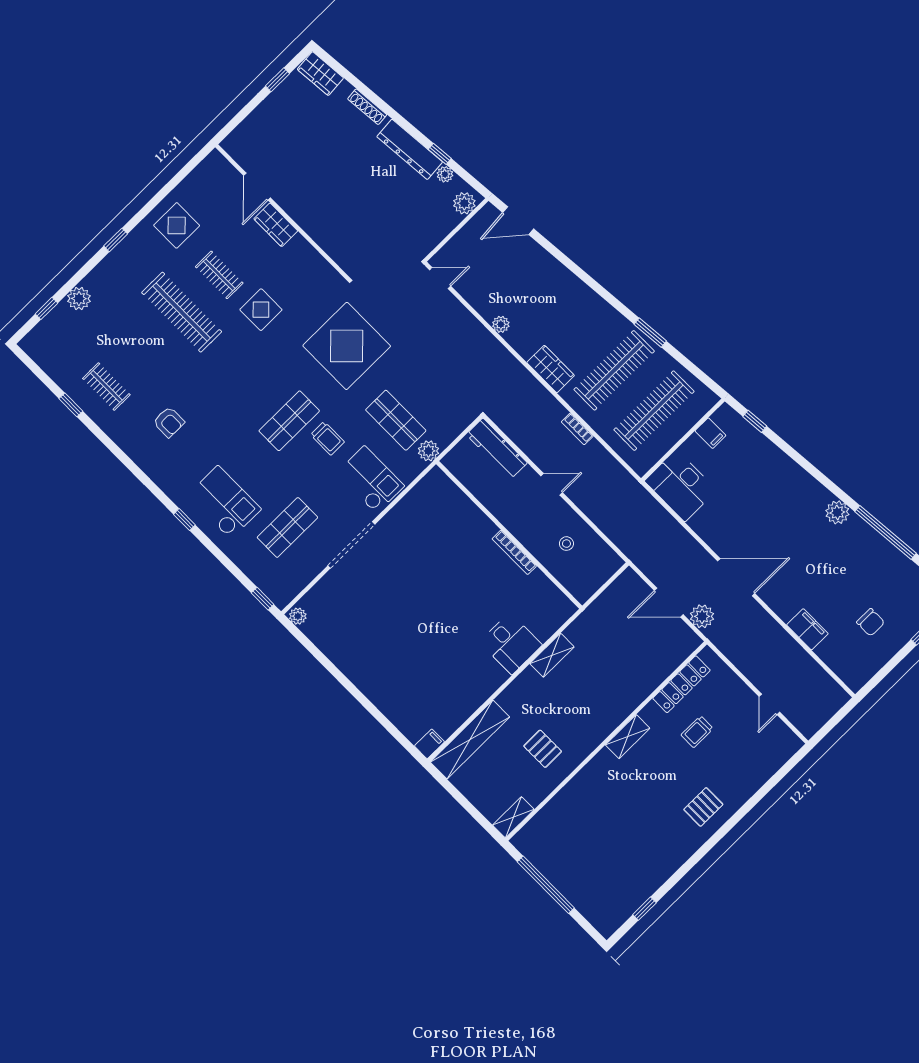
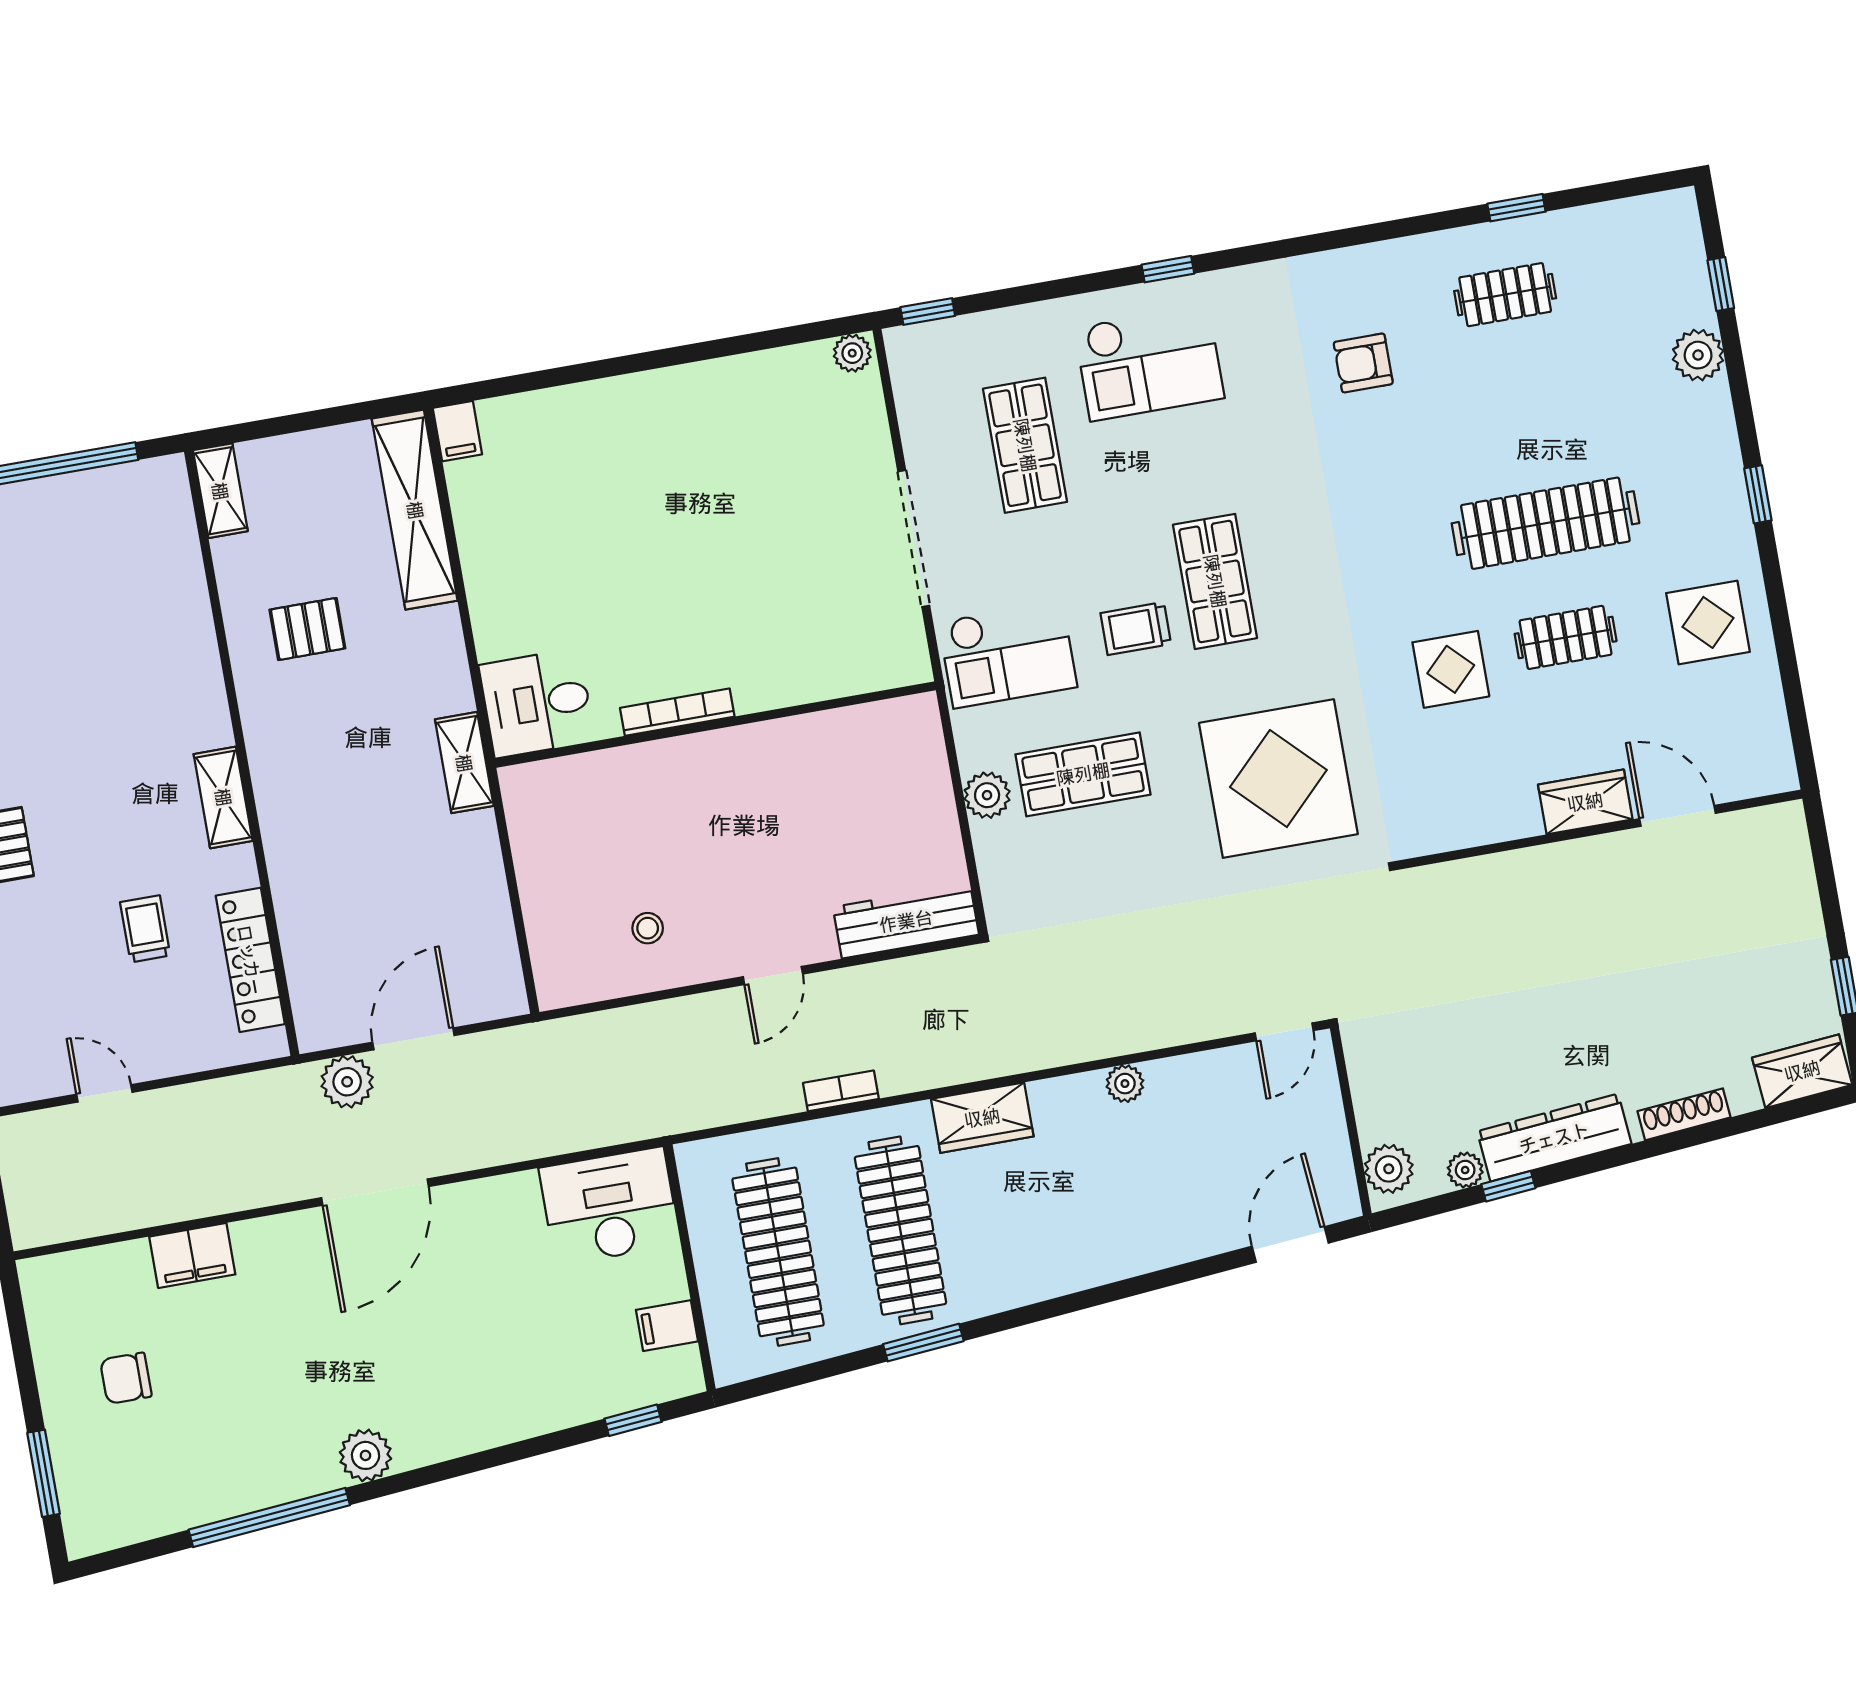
wall: (509, 535) -> (715, 725), moved
bookcase: (514, 552) -> (677, 712), moved

